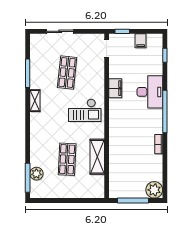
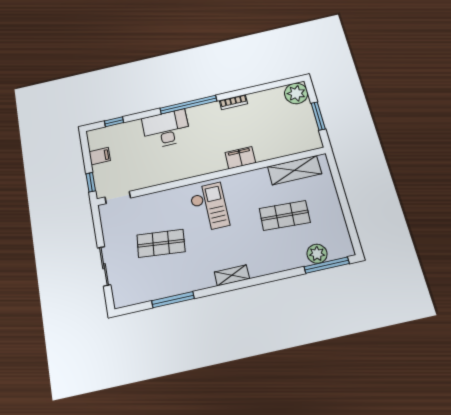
filing cabinet: (115, 88) -> (240, 158), moved
shelving: (35, 101) -> (232, 275), moved
shelving: (97, 157) -> (295, 170), moved
window: (133, 200) -> (318, 116), width x0.69

